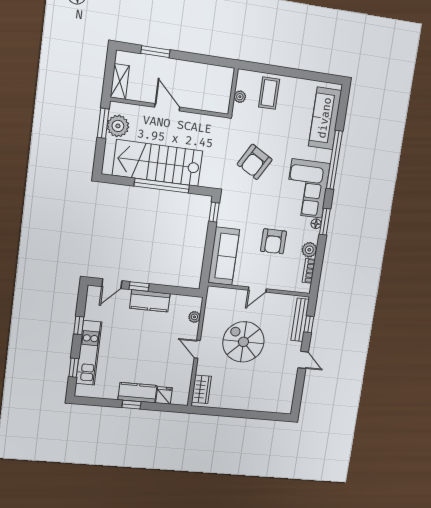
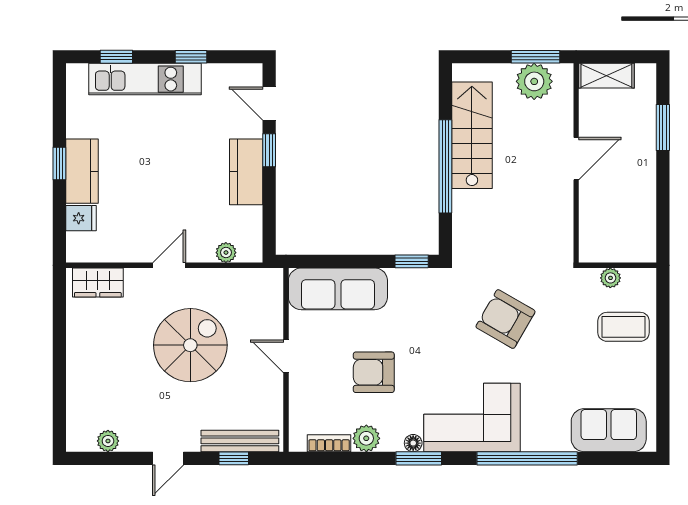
sofa: (325, 118) -> (609, 430), width x0.73
stairs: (158, 163) -> (472, 135), width x0.73, depth x0.66
plant: (289, 391) -> (108, 441), added

